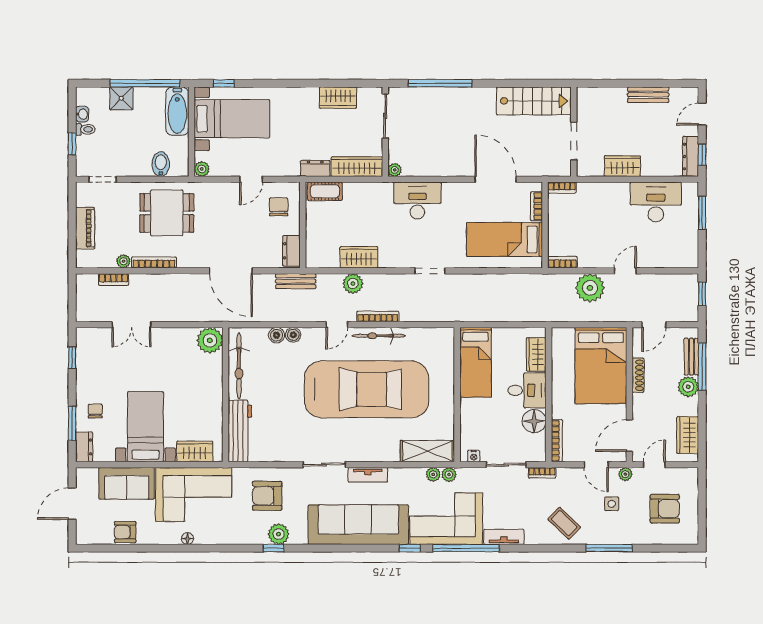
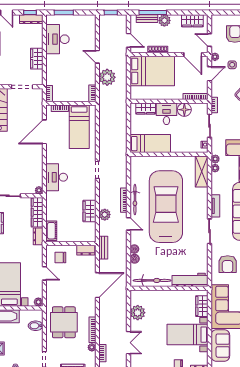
plant: (210, 340) -> (138, 313), moved

